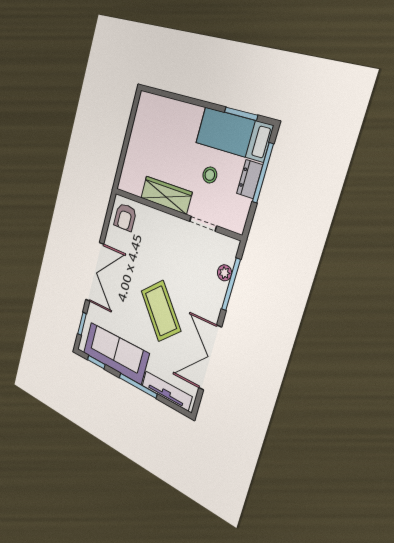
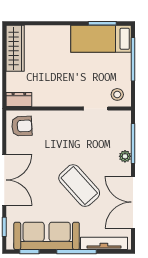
stool: (210, 175) -> (117, 94), moved
dresser: (250, 179) -> (19, 99), moved, turned 90
wardrobe: (166, 195) -> (15, 48), moved, turned 90
armchair: (125, 217) -> (22, 126), turned -93
plant: (225, 273) -> (125, 156), moved

